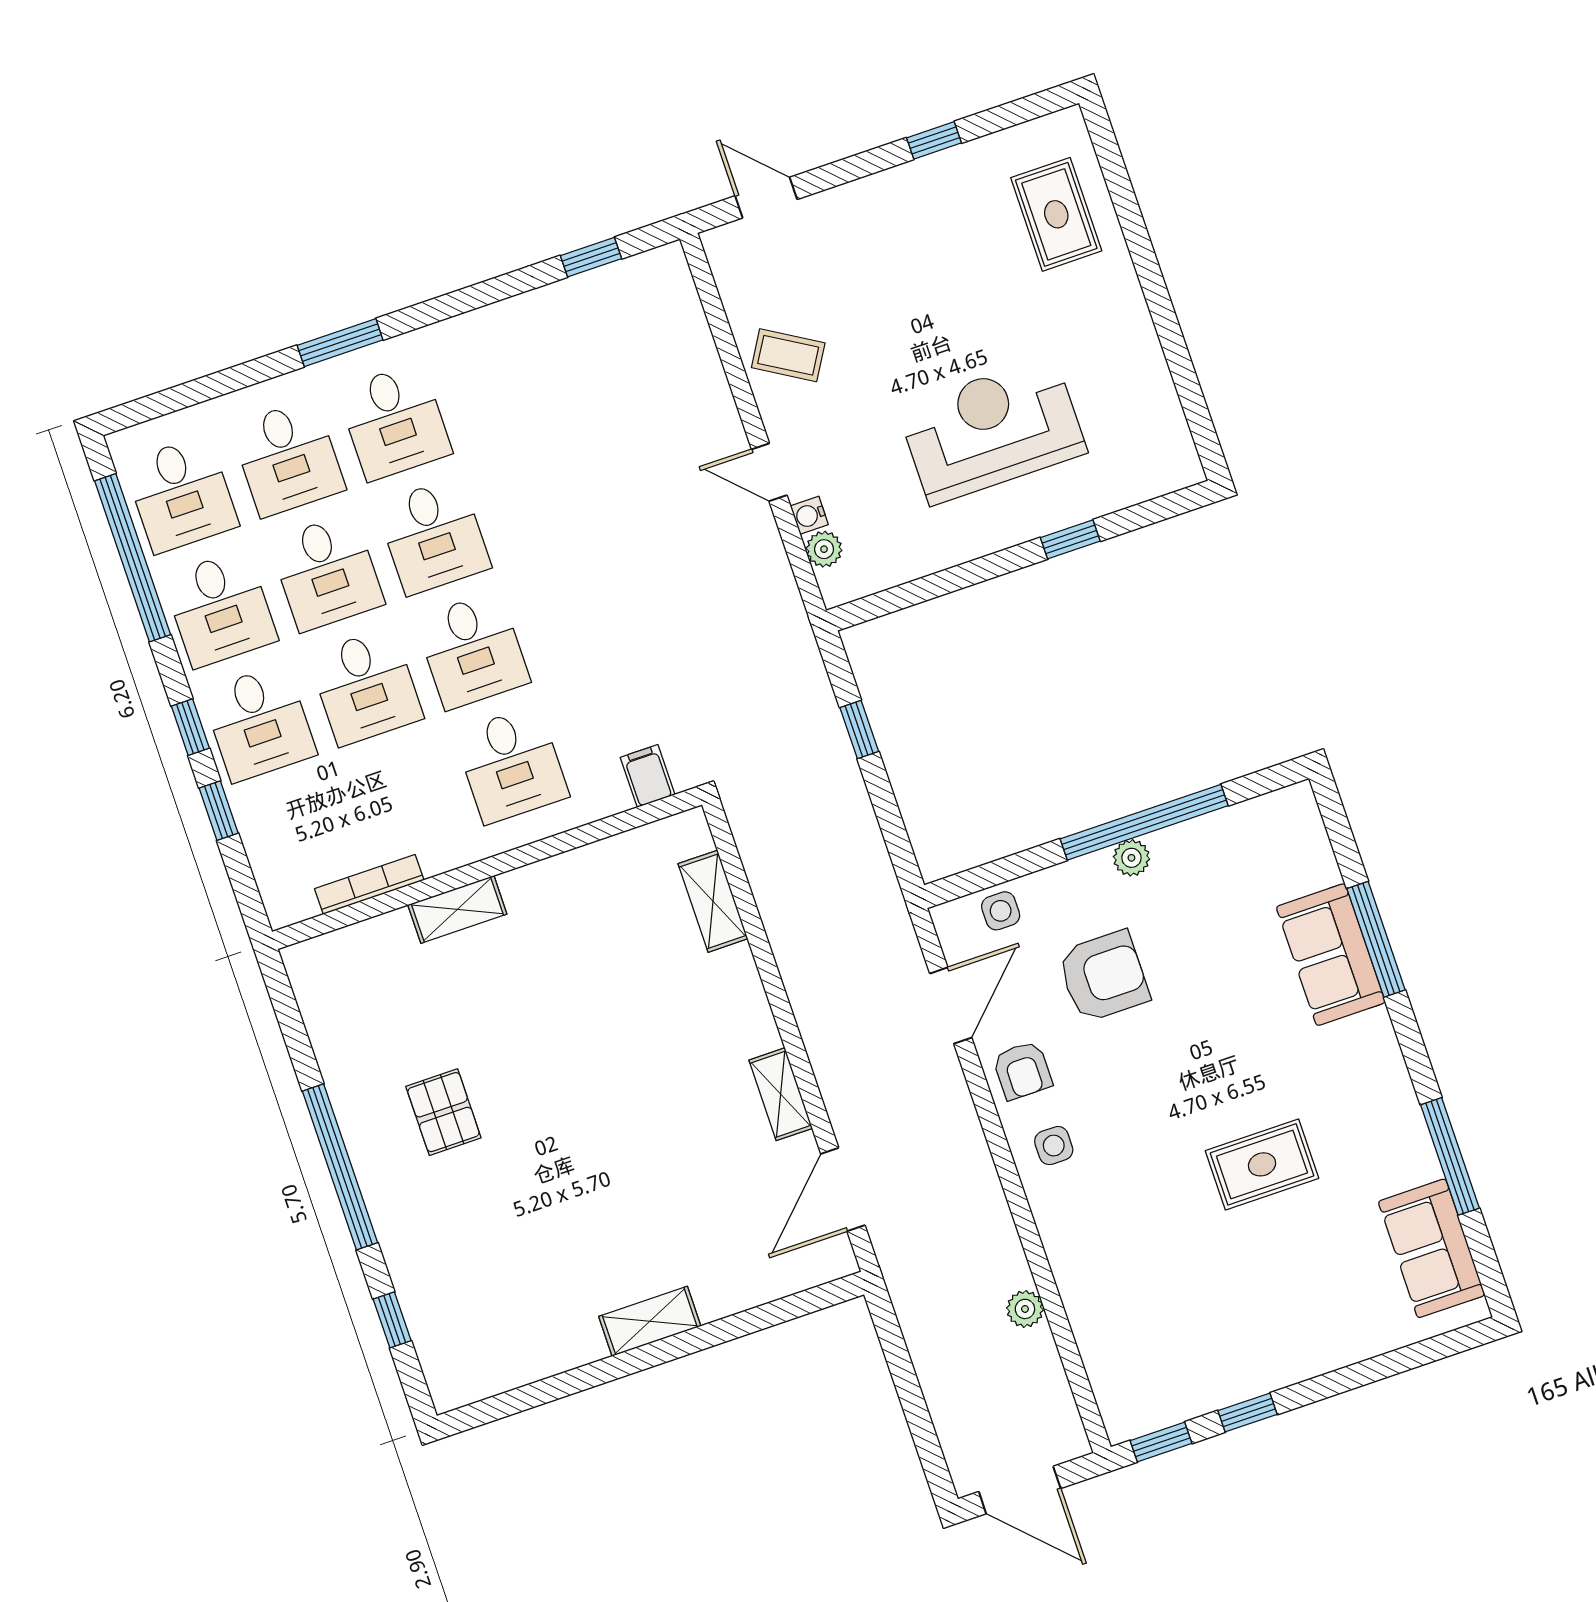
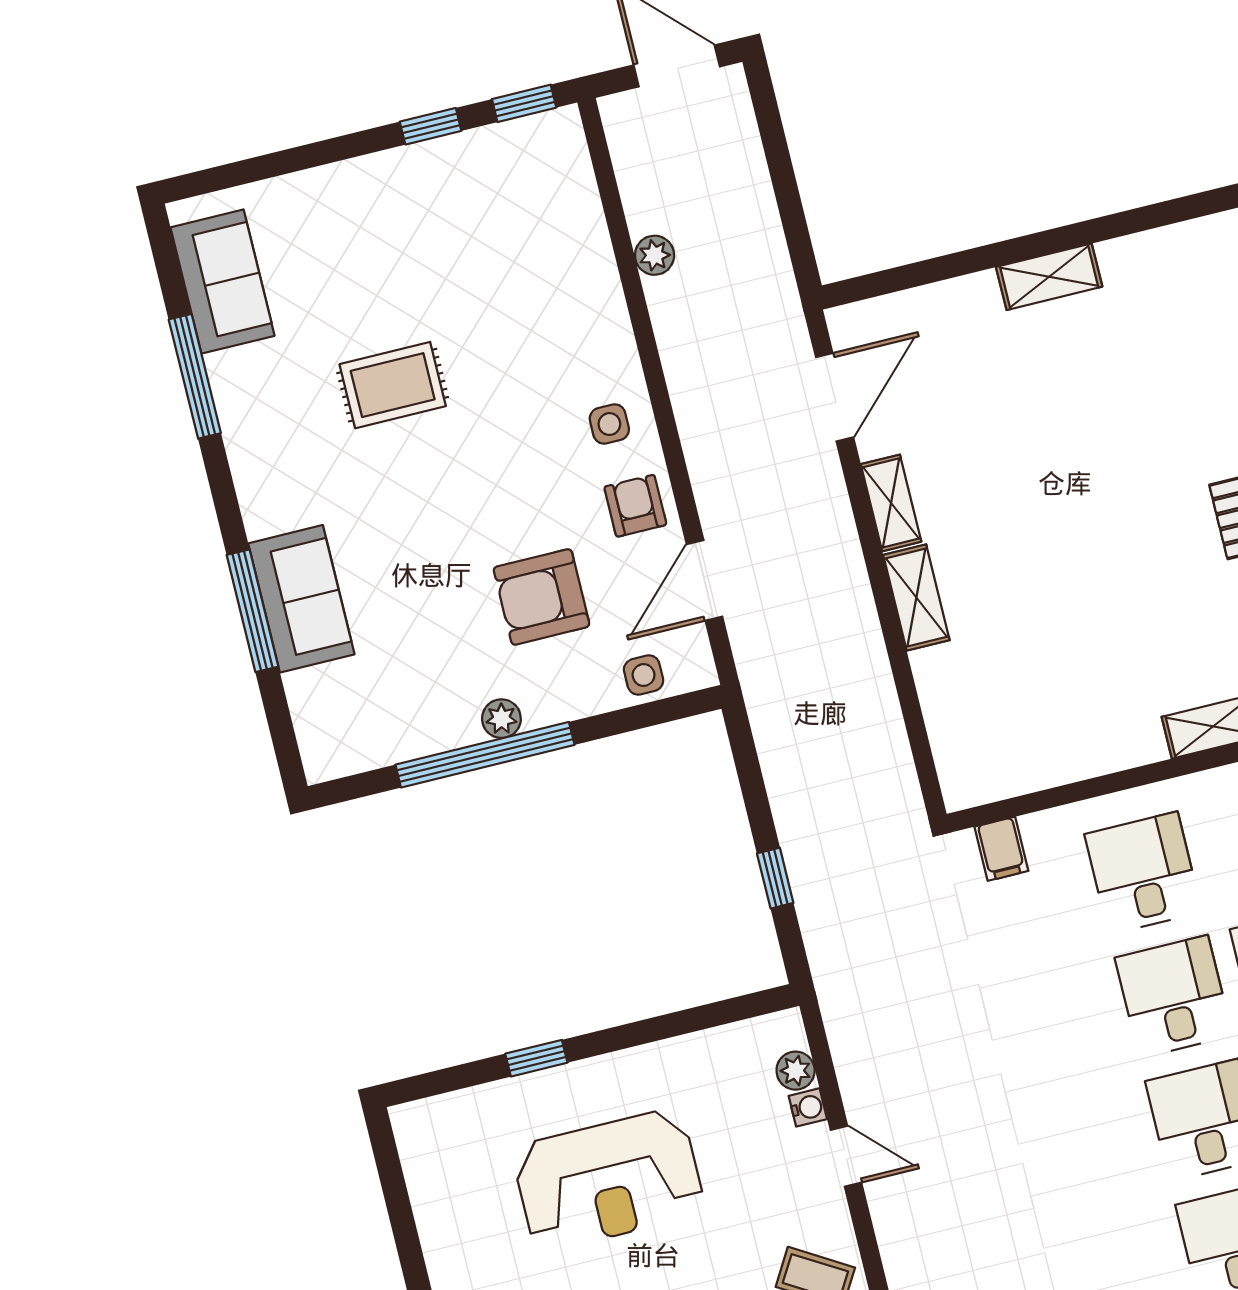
shelving: (713, 901) -> (916, 598), moved

